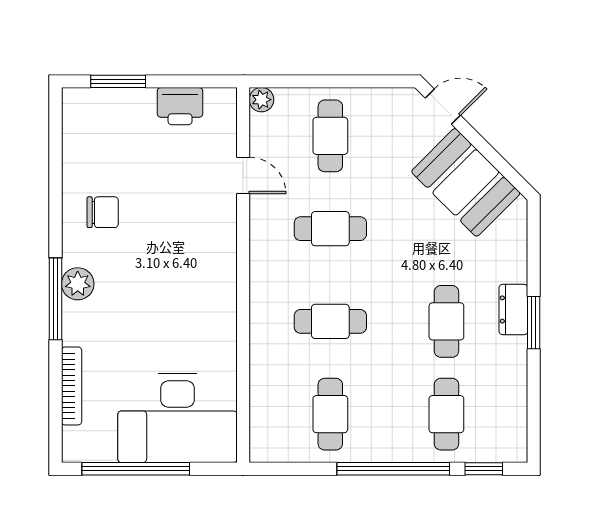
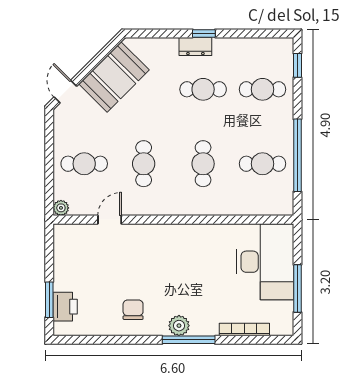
printer: (180, 106) -> (65, 307), moved
window: (534, 323) -> (204, 33), width x0.67
window: (136, 469) -> (297, 288), width x0.68
window: (393, 469) -> (297, 155), moved

